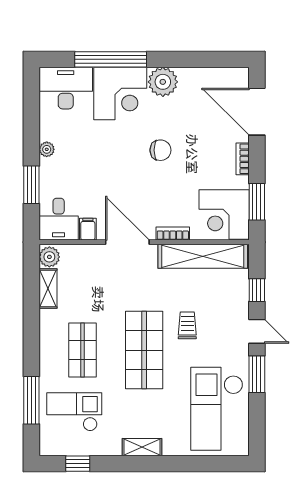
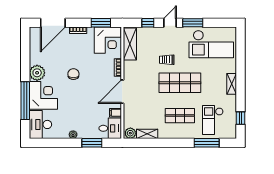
shelving: (203, 256) -> (130, 44), width x0.68

